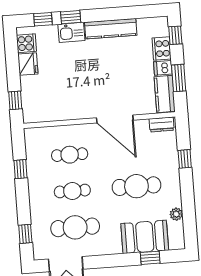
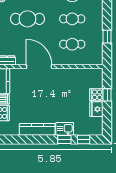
cooker: (26, 43) -> (96, 95), moved
window: (15, 100) -> (107, 95), moved

